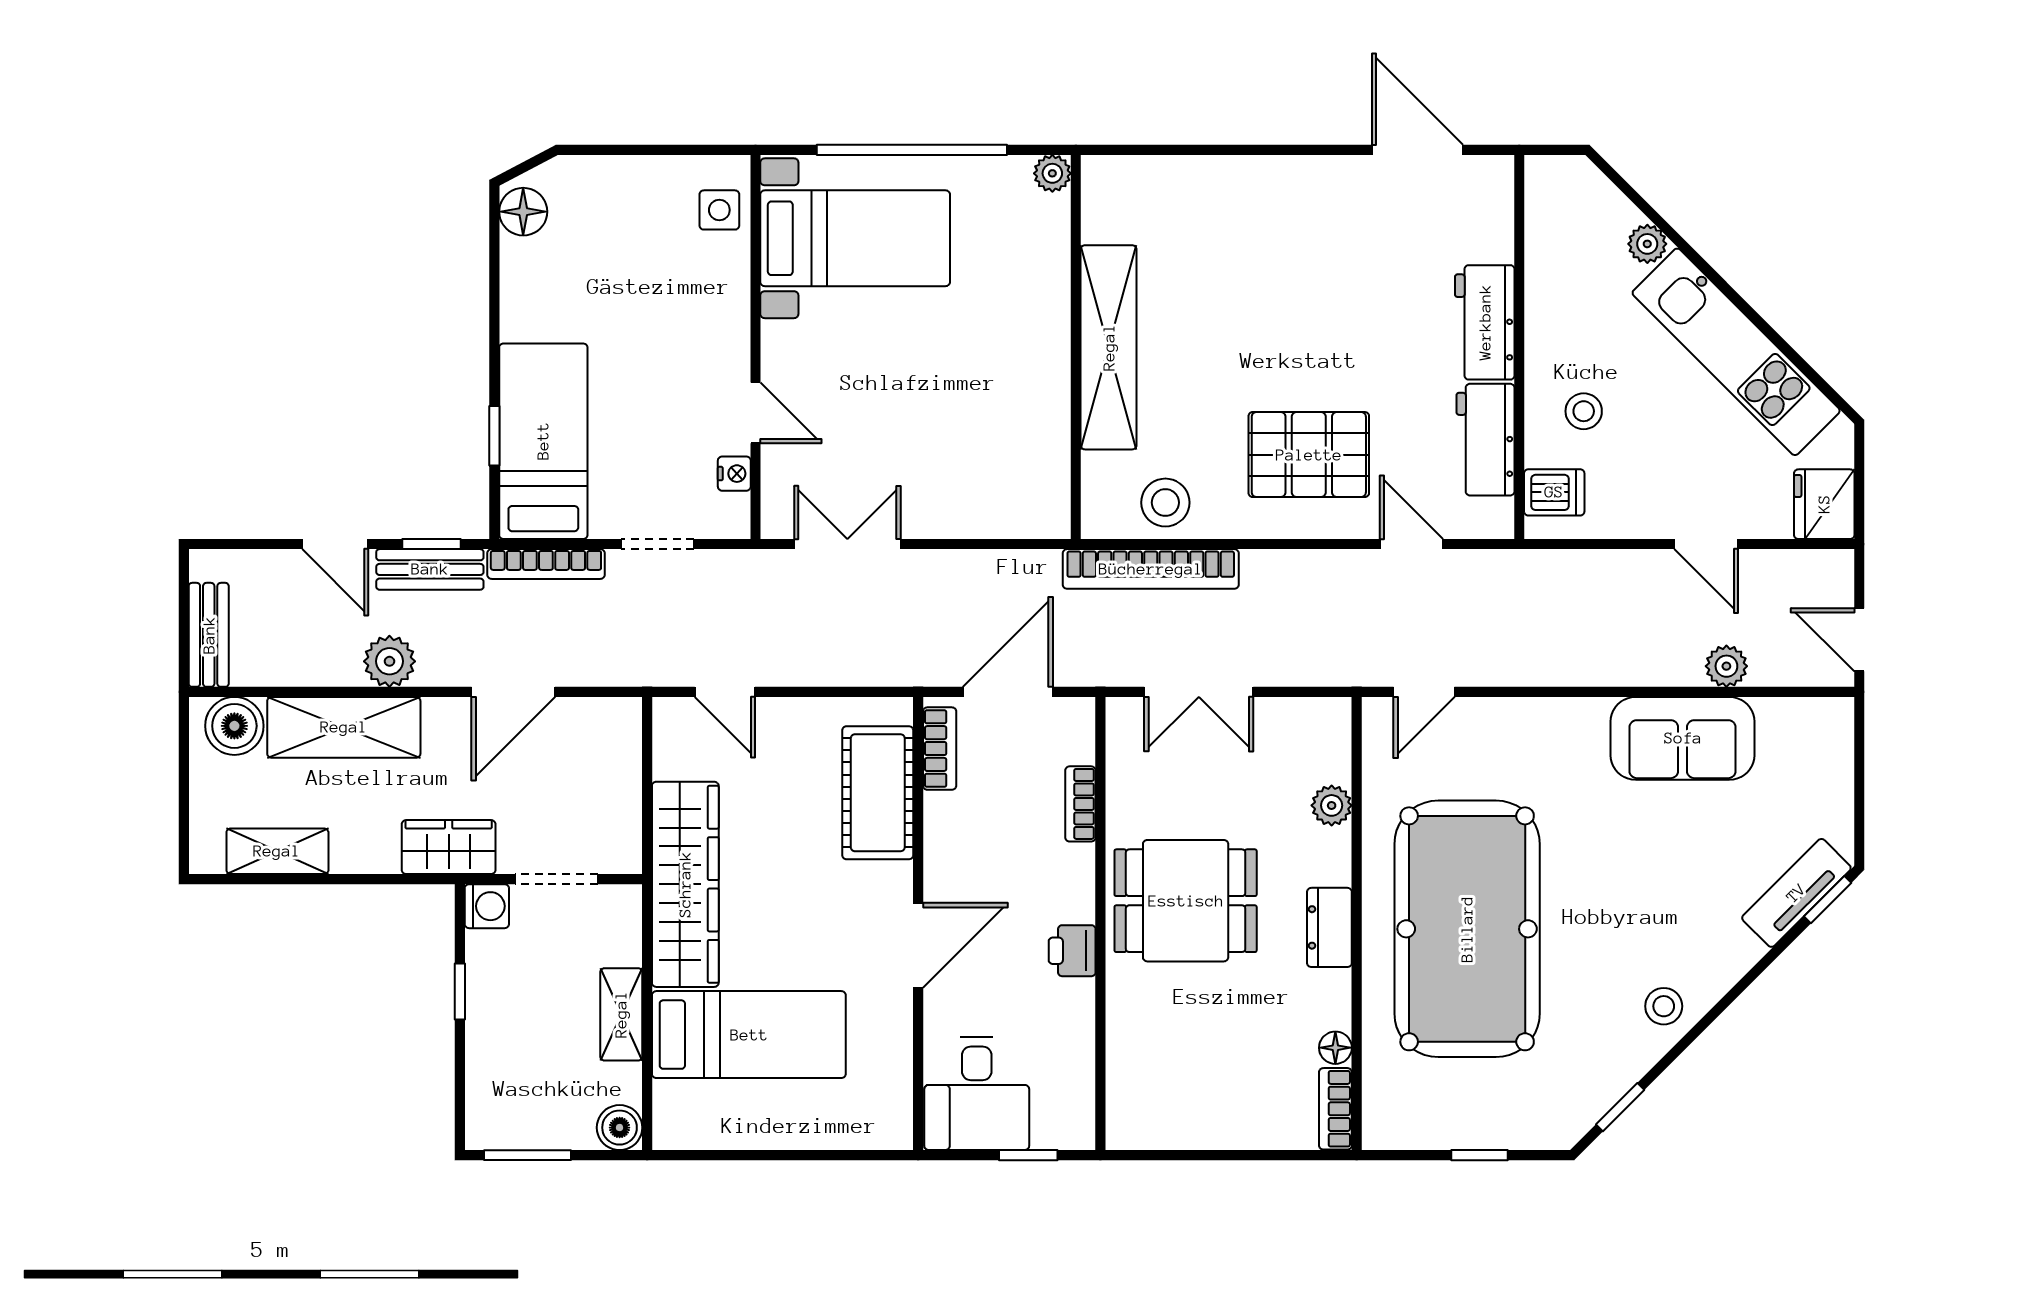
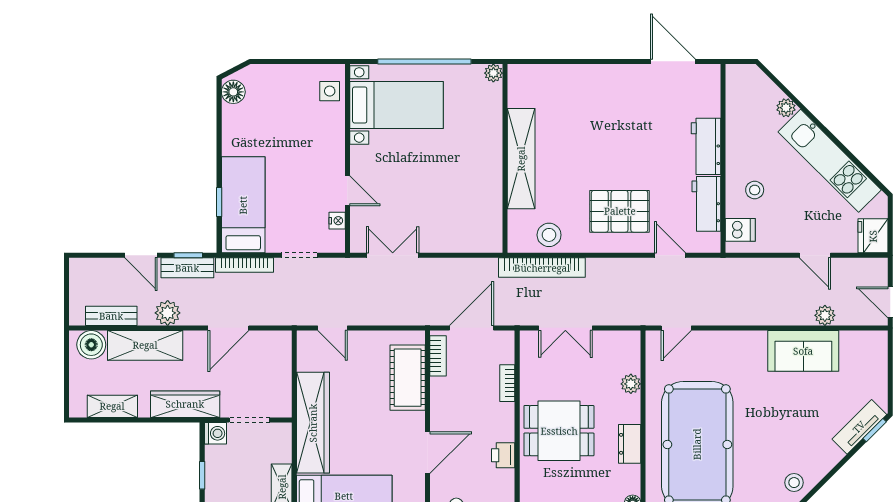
bench: (209, 635) -> (111, 316), moved, turned 90
wardrobe: (449, 847) -> (185, 404), width x1.50

